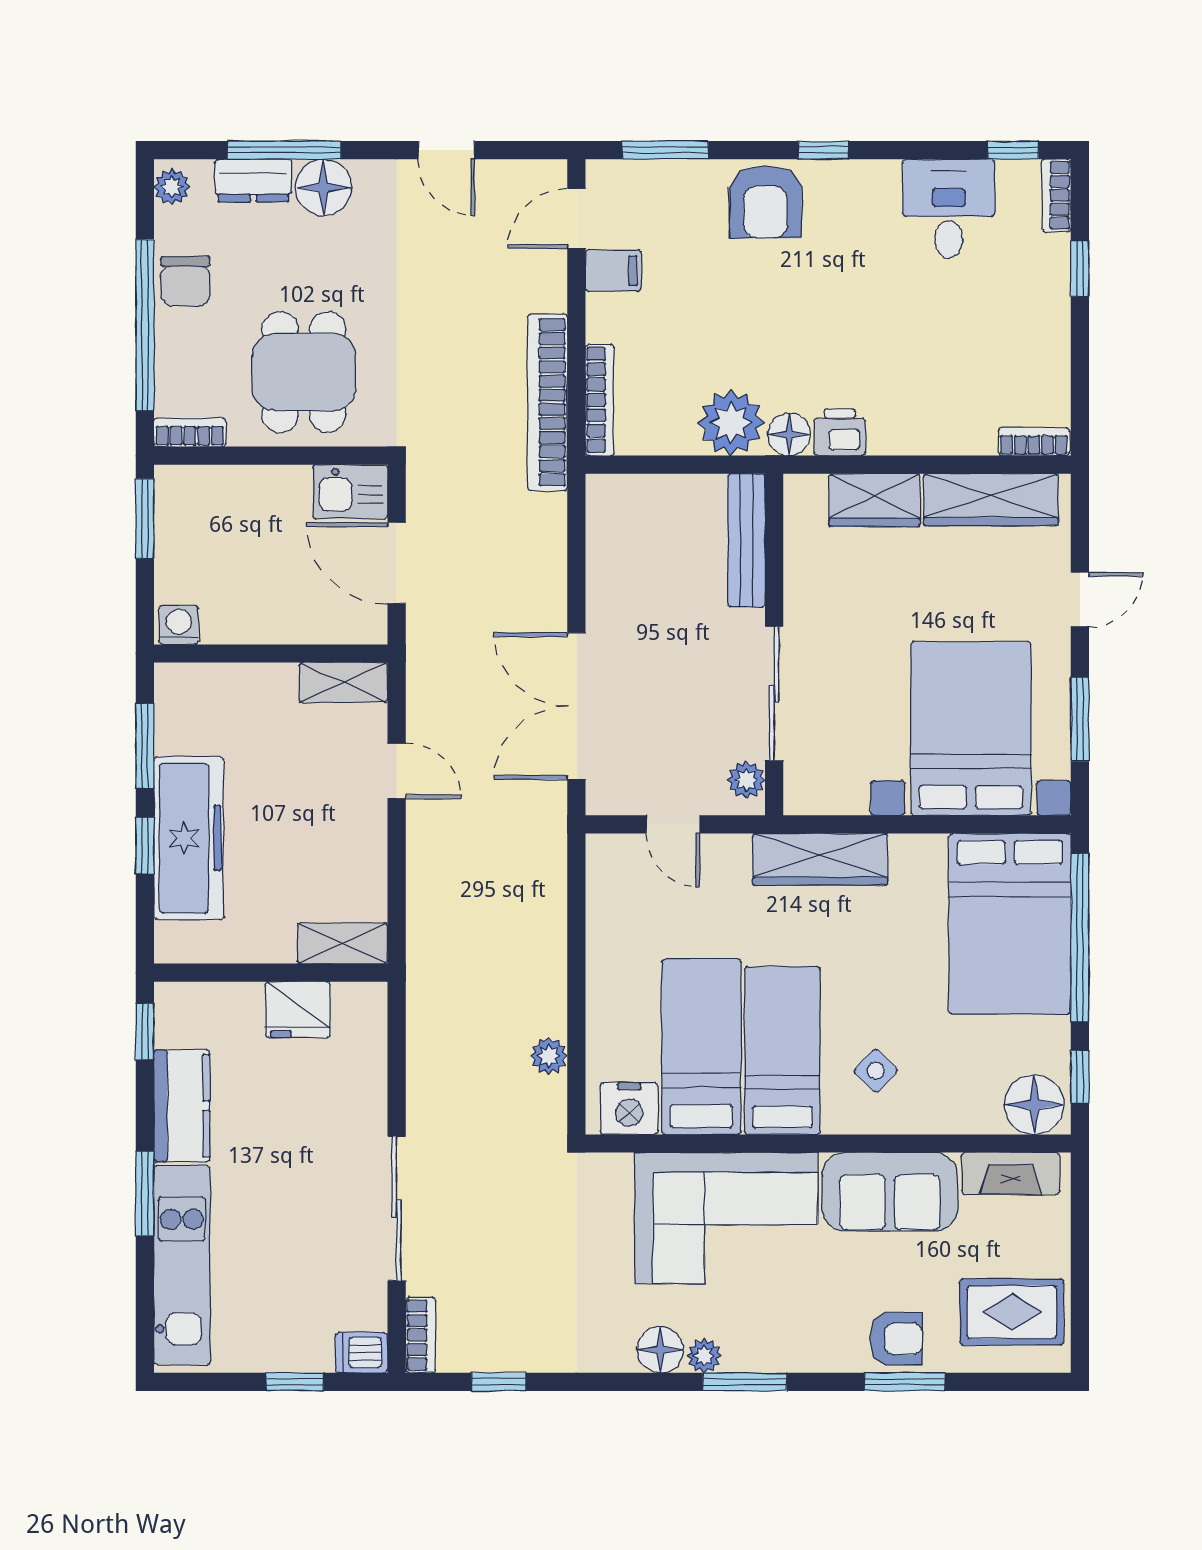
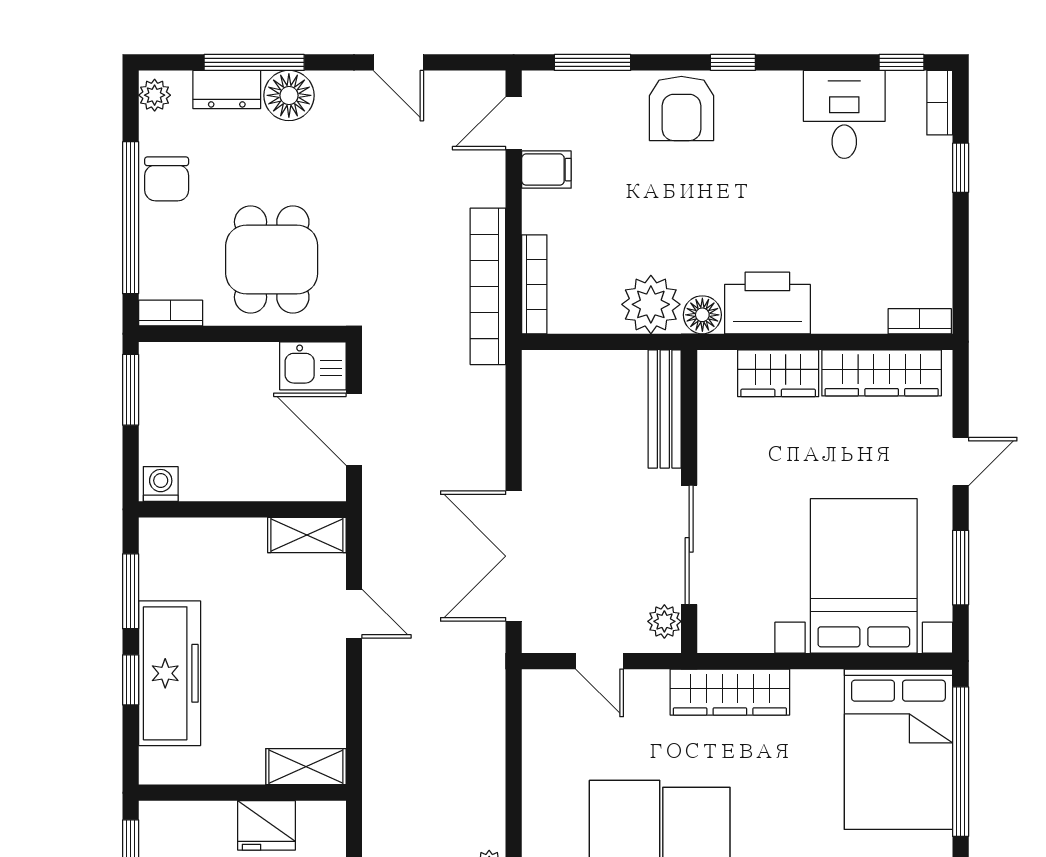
printer: (840, 432) -> (767, 303), width x1.87, depth x1.48

